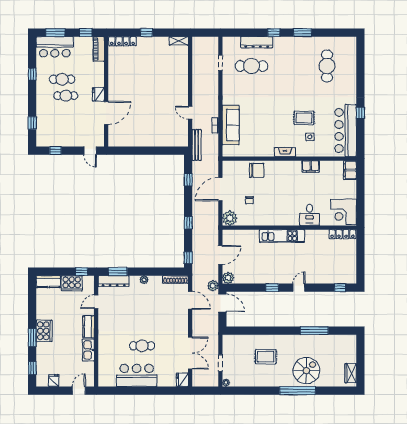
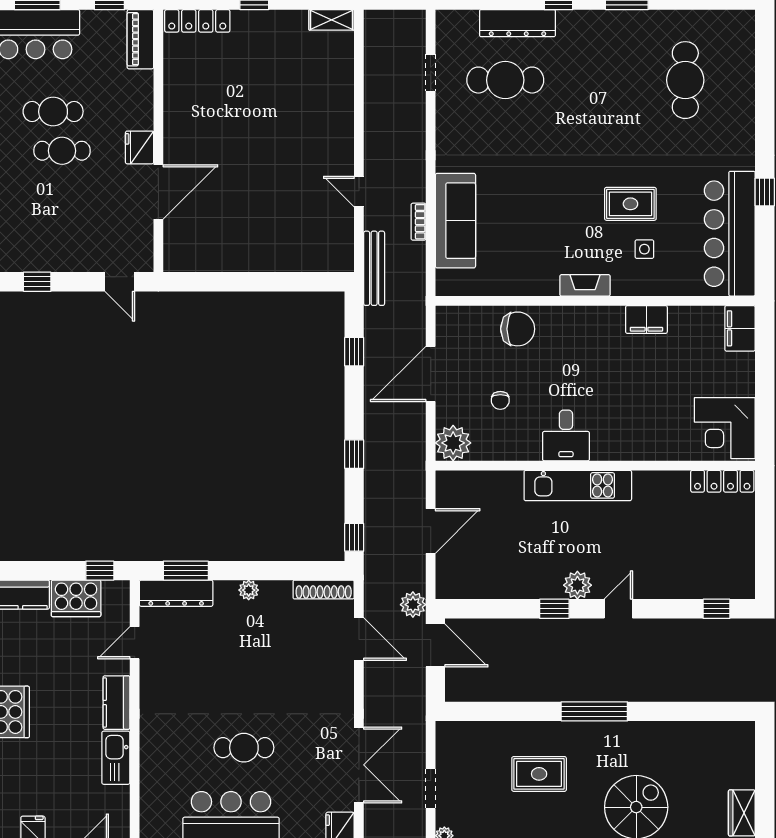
desk: (310, 215) -> (566, 435), moved
plant: (228, 278) -> (577, 585), moved
window: (314, 331) -> (594, 711), moved

